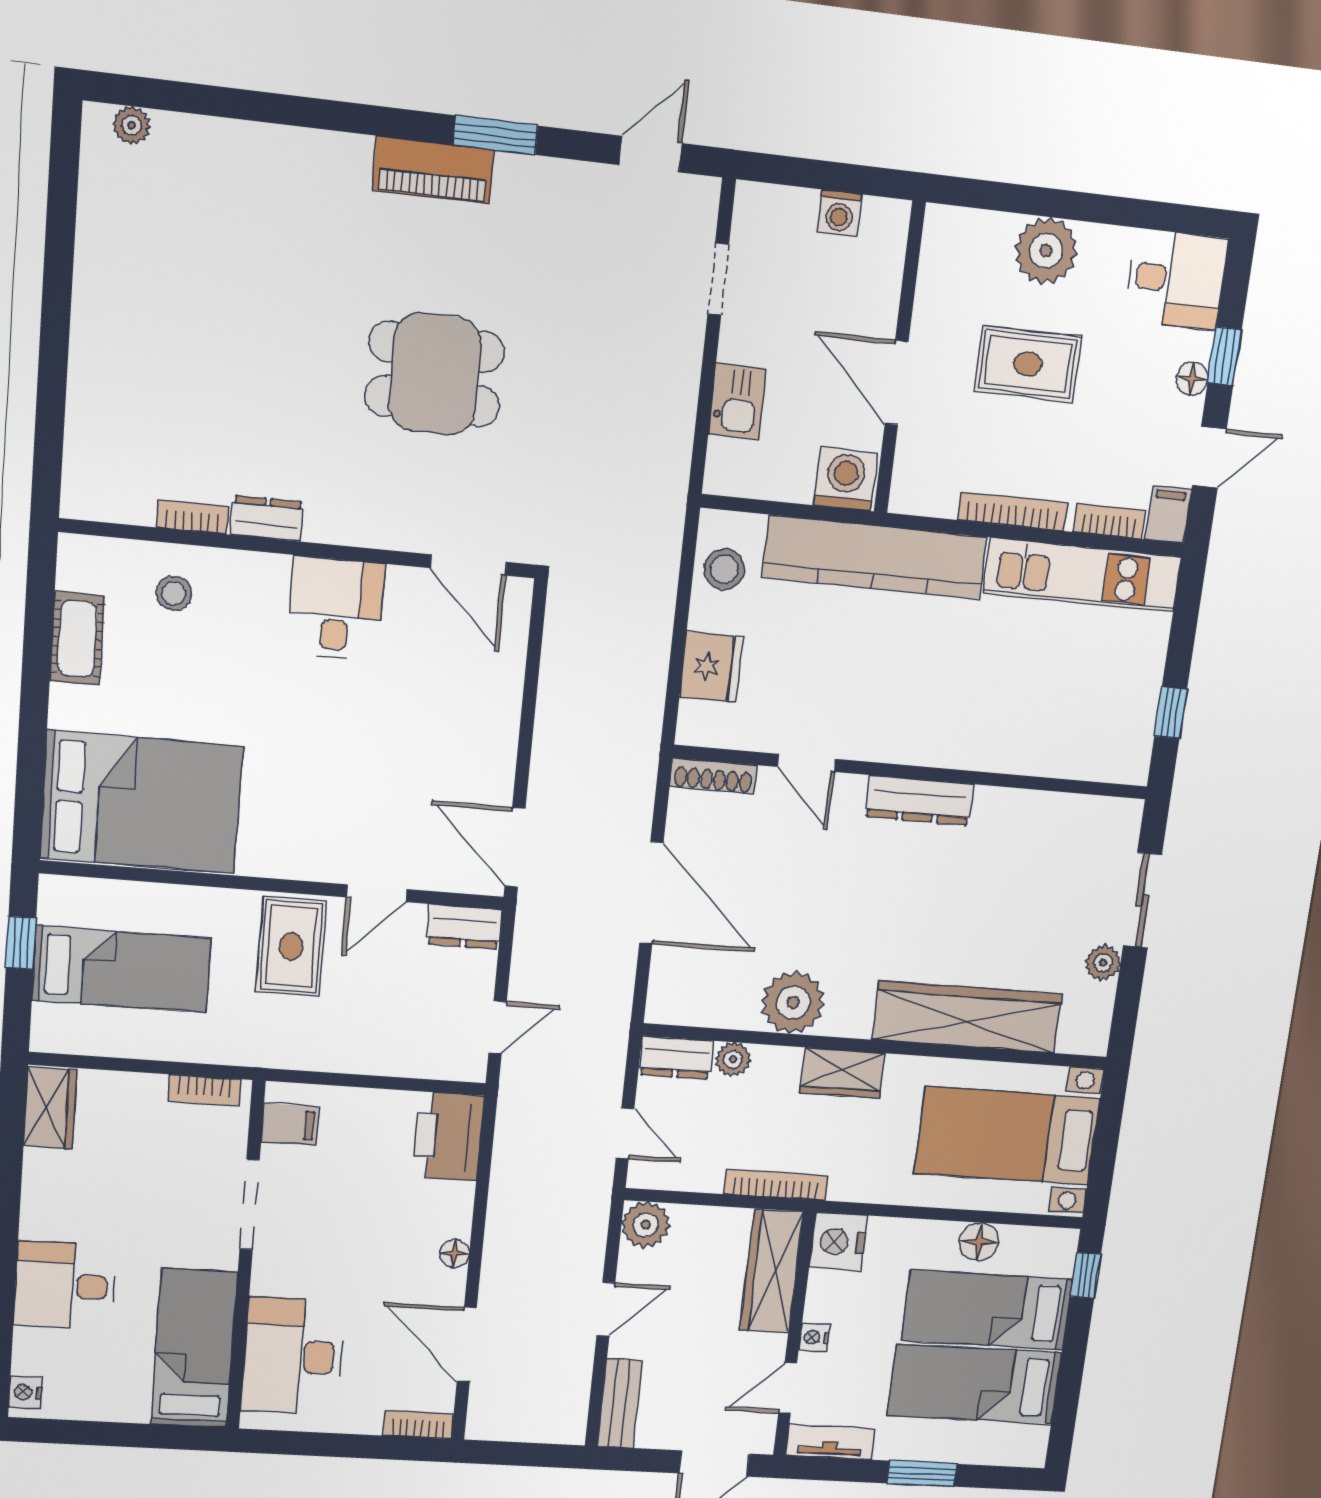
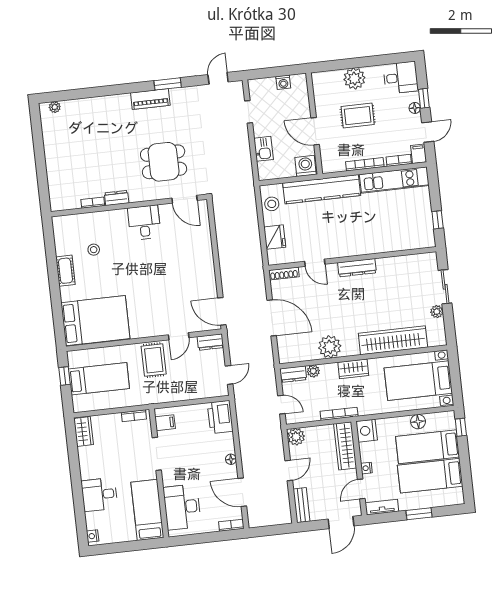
bookcase: (192, 517) -> (93, 203), moved
dresser: (267, 518) -> (117, 198), moved
wall: (300, 549) -> (129, 205), moved
door: (468, 565) -> (184, 199), moved
desk: (336, 609) -> (144, 222), moved

